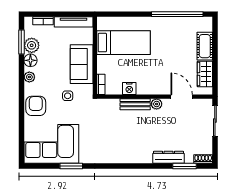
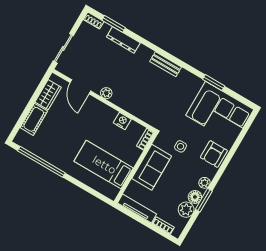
window: (21, 42) -> (204, 200), moved
bench: (135, 104) -> (166, 64), moved

